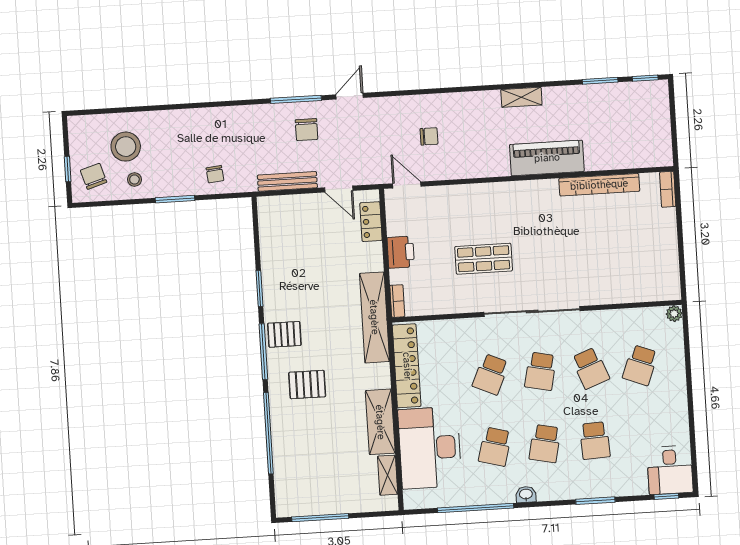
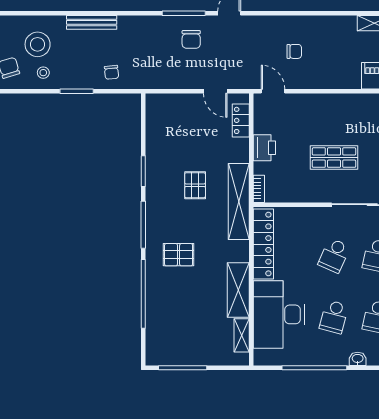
bench: (287, 181) -> (92, 22), moved
pallet: (284, 334) -> (195, 185), moved, turned 90

